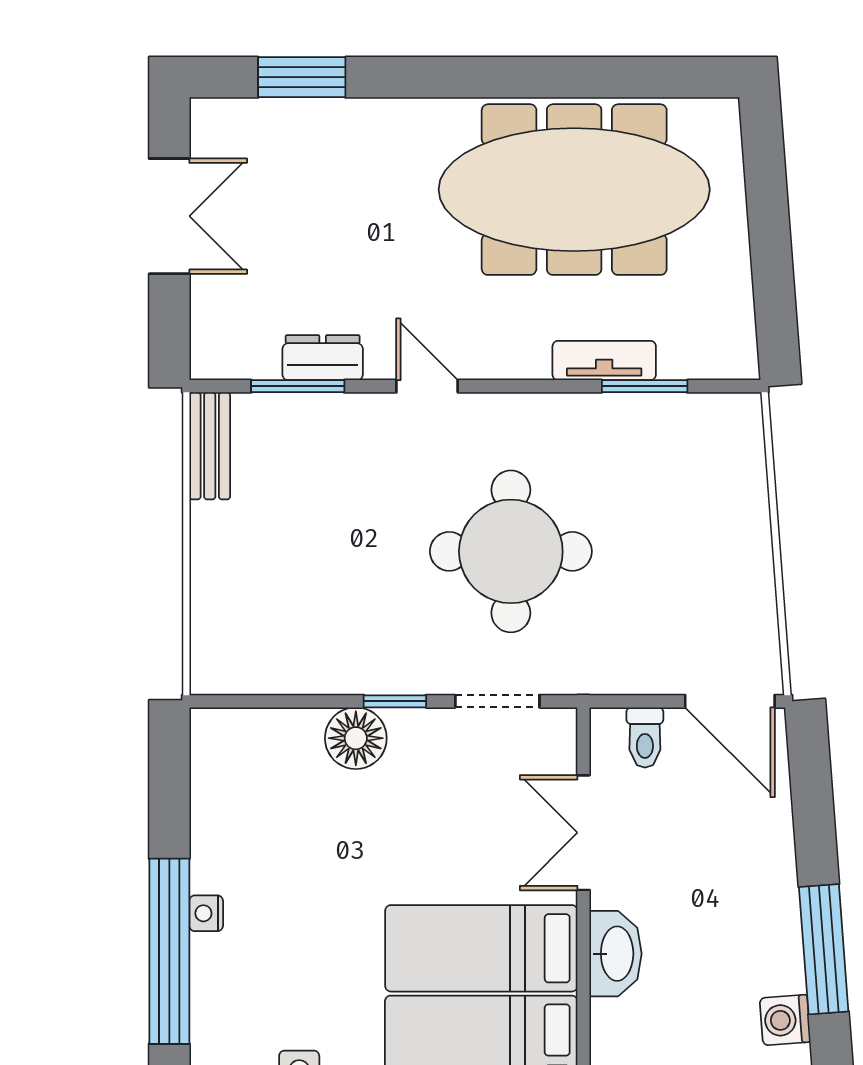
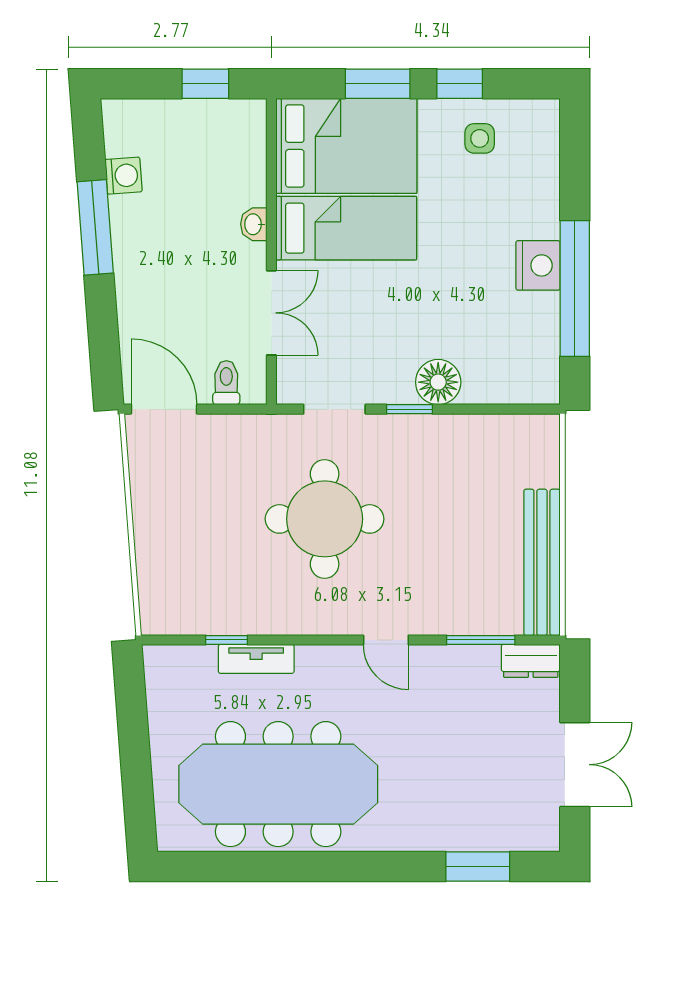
double door: (169, 216) -> (575, 765), swing flipped
dresser: (323, 358) -> (531, 661), moved
window: (645, 386) -> (227, 640), width x0.67
bench: (210, 446) -> (542, 562), width x1.86, depth x1.21
nightstand: (206, 913) -> (538, 265), width x1.89, depth x1.79
window: (169, 951) -> (575, 288), moved
washbasin: (615, 954) -> (254, 224), width x0.52, depth x0.69

